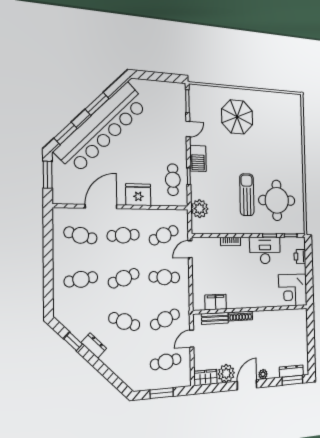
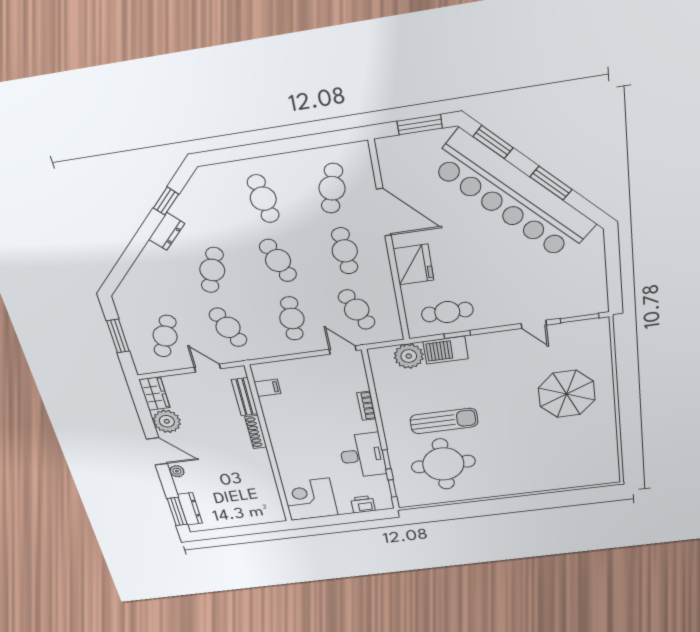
barbecue: (198, 158) -> (446, 350), moved
filing cabinet: (216, 302) -> (267, 388), width x0.50
cafe table: (166, 362) -> (165, 336), turned 33

